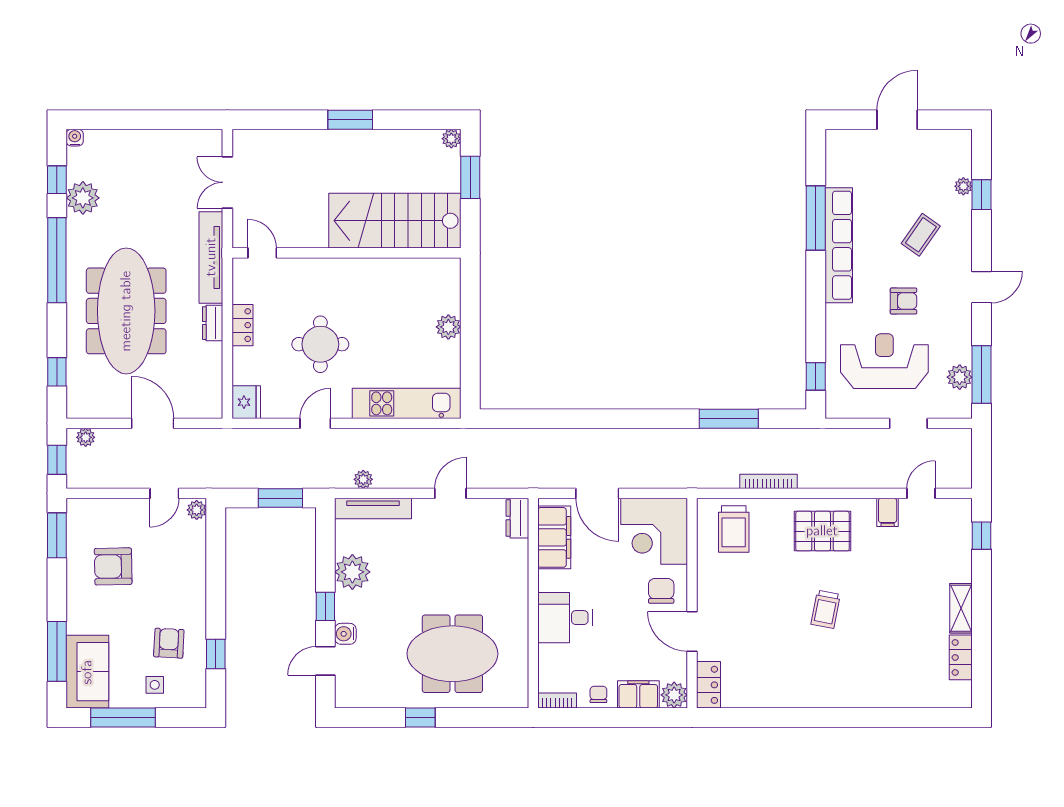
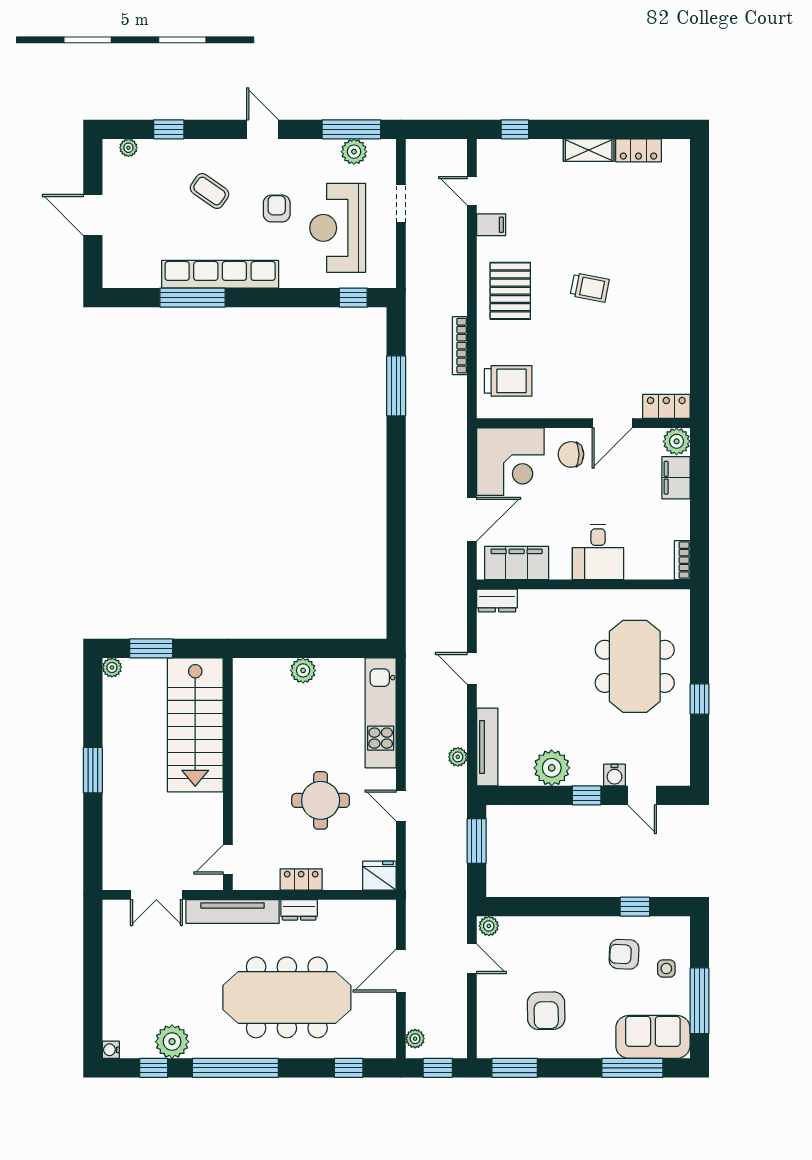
plant: (963, 186) -> (128, 148), moved
chair: (598, 694) -> (676, 518), removed

